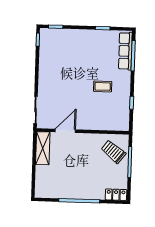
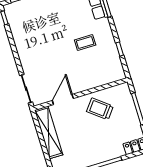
shelving: (43, 148) -> (49, 132), width x1.47
trolley: (113, 152) -> (100, 109), moved

